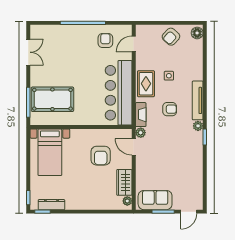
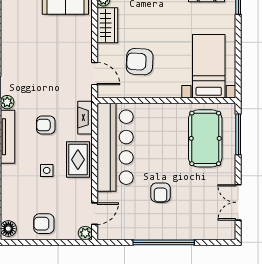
armchair: (171, 37) -> (44, 224), turned -133
armchair: (105, 41) -> (161, 193), moved
pool table: (52, 99) -> (205, 138), turned 90
plant: (141, 133) -> (85, 233), moved
armchair: (101, 156) -> (140, 62), turned -87

